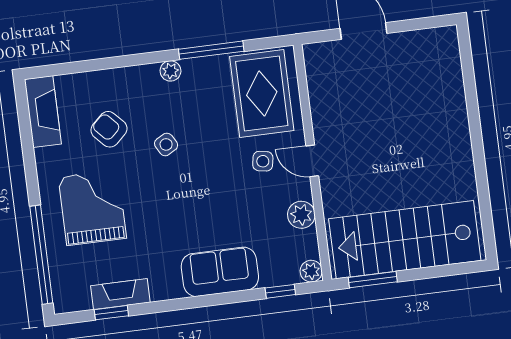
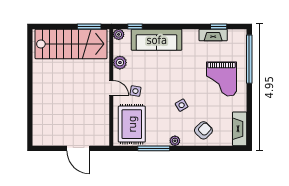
armchair: (109, 129) -> (203, 130), moved, turned -92
sofa: (220, 272) -> (157, 40), width x1.36

